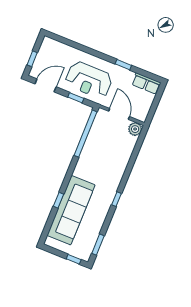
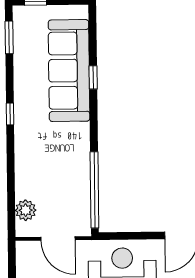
window: (76, 98) -> (130, 236), removed
plant: (135, 129) -> (26, 210), moved

